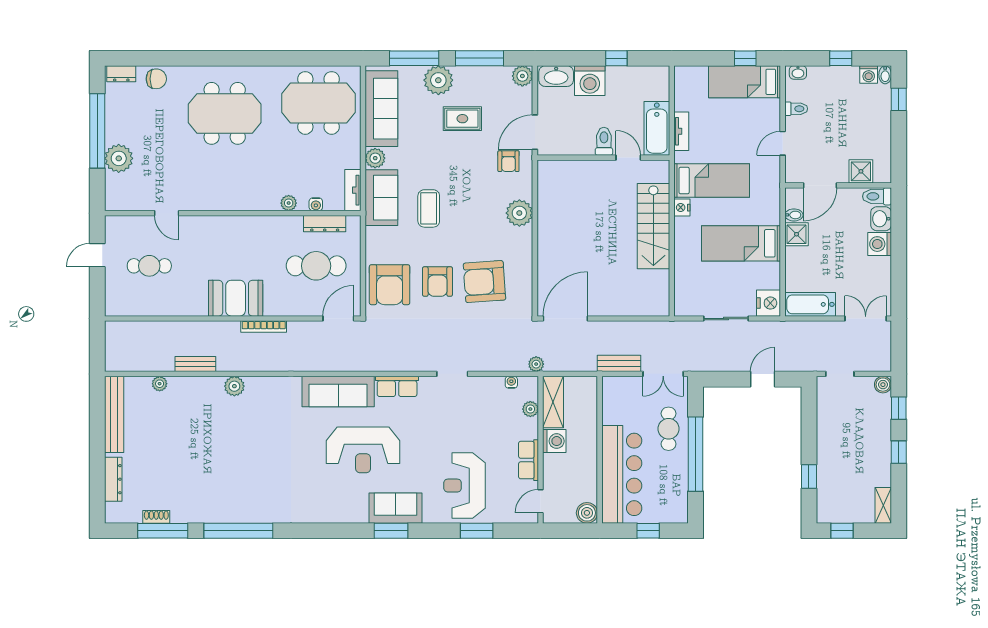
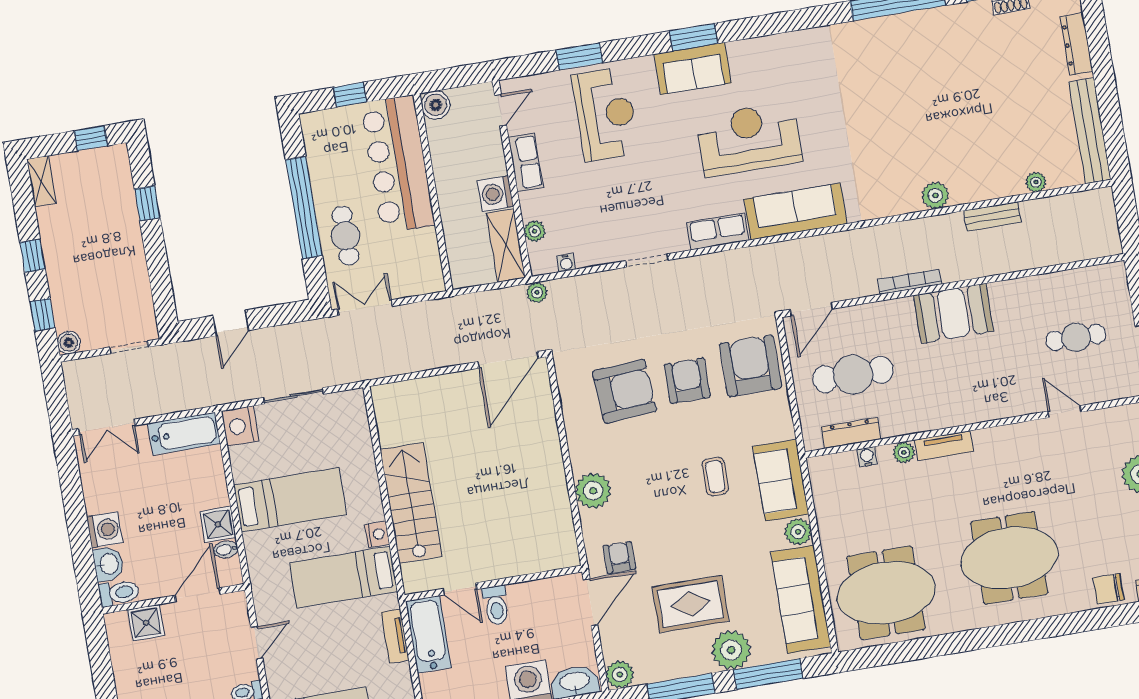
rug: (462, 119) -> (690, 604), width x1.36, depth x1.43
tv unit: (353, 190) -> (944, 446), moved, turned 90
coffee table: (429, 208) -> (715, 476), width x0.73, depth x0.77
bench: (619, 363) -> (426, 312), removed

